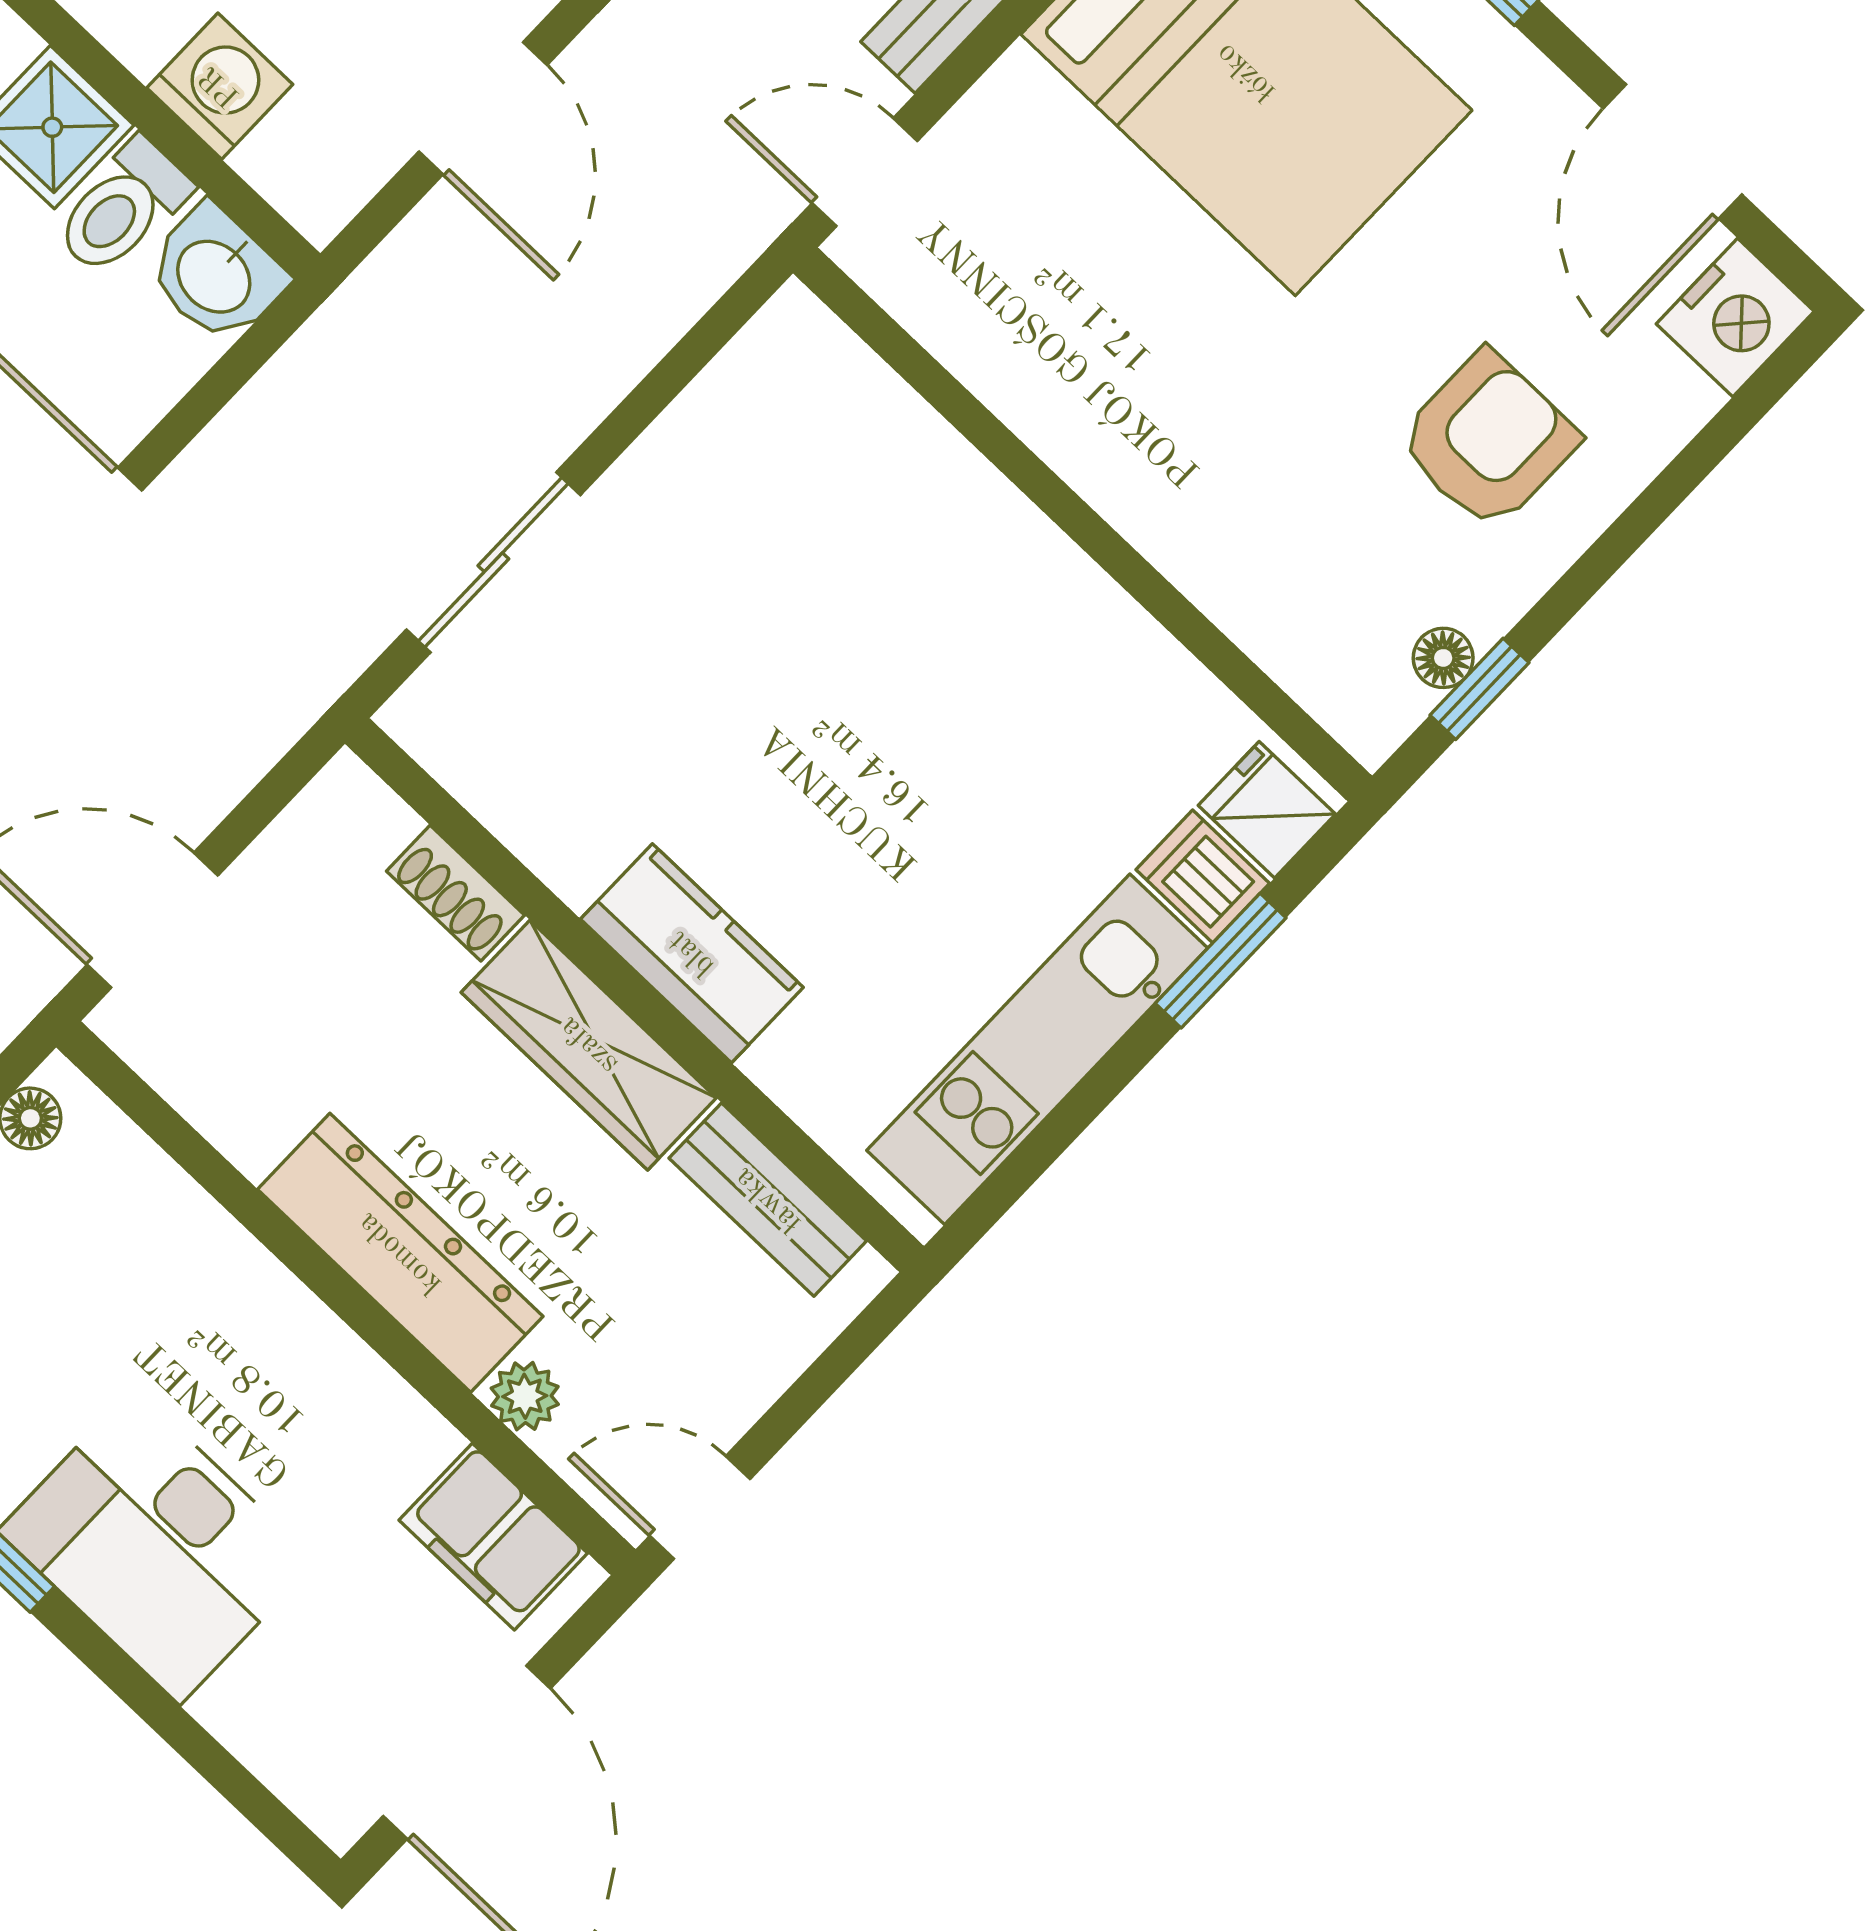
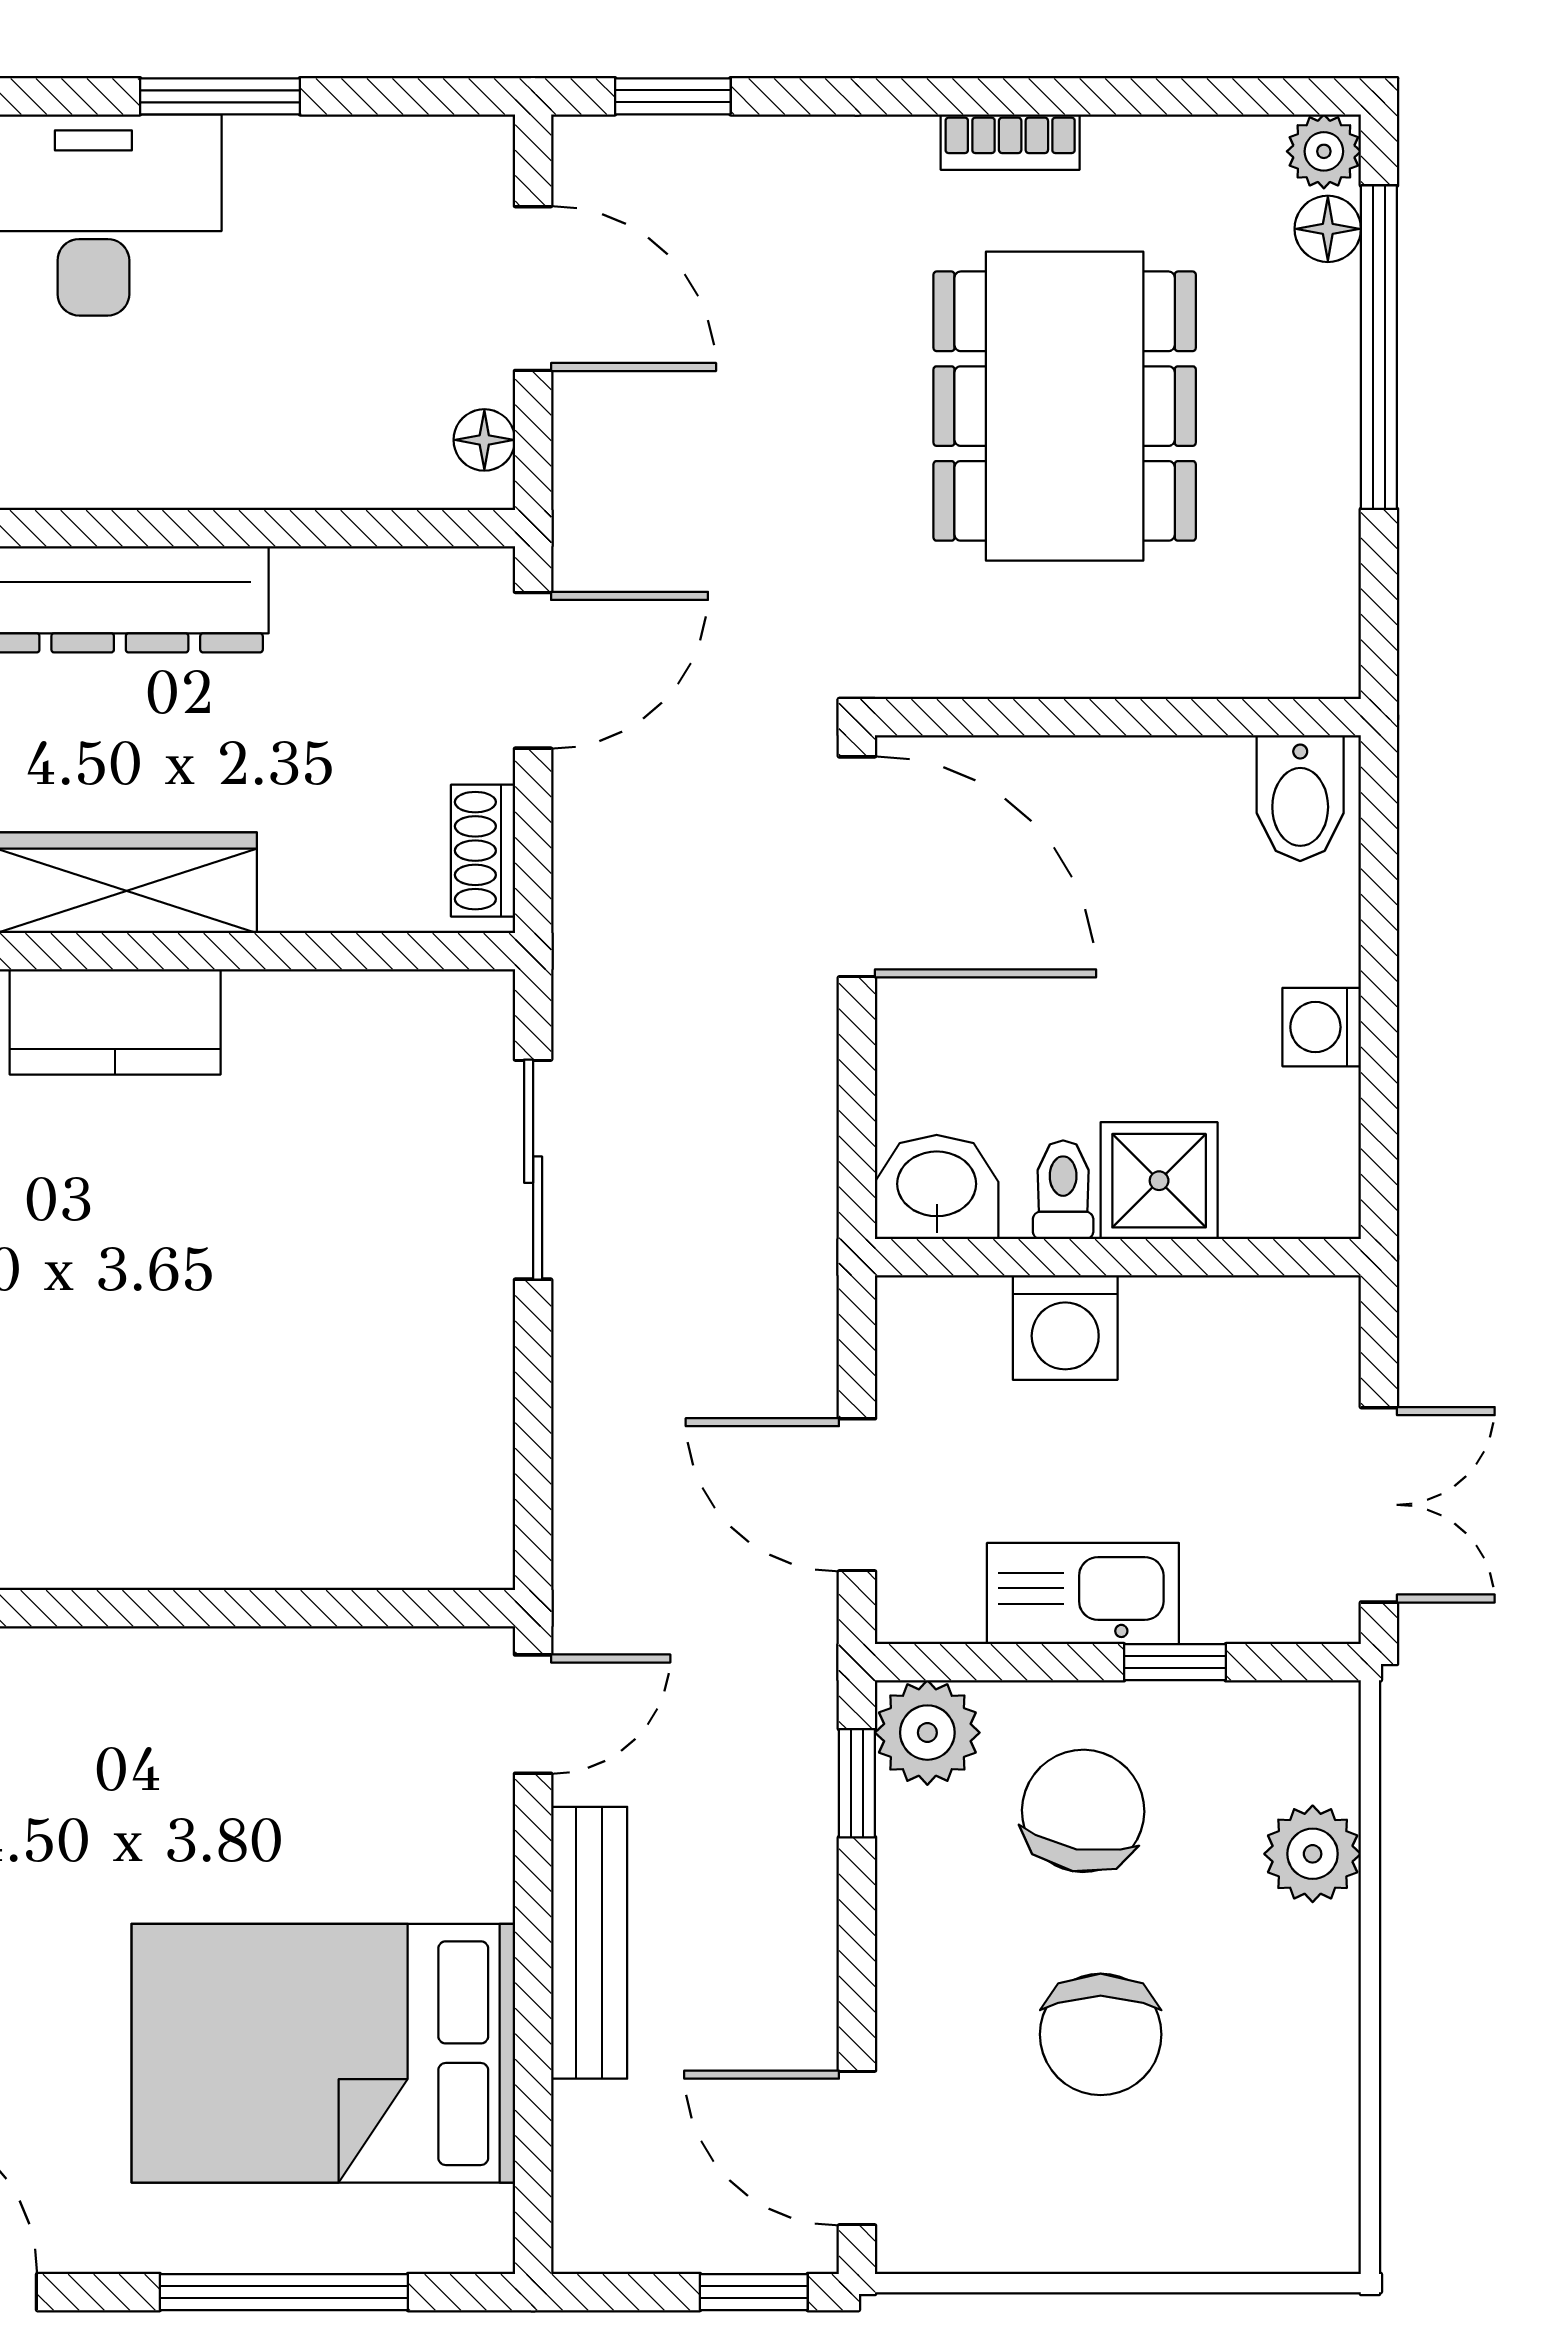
toilet: (122, 207) -> (1063, 1190), width x0.73, depth x0.72
shoe rack: (456, 893) -> (483, 851), moved, turned -90

